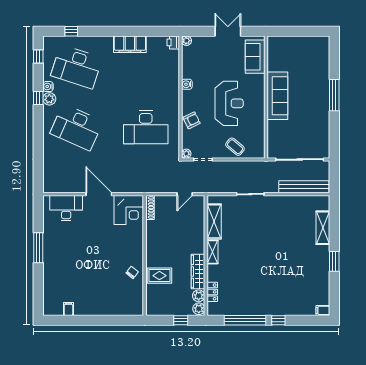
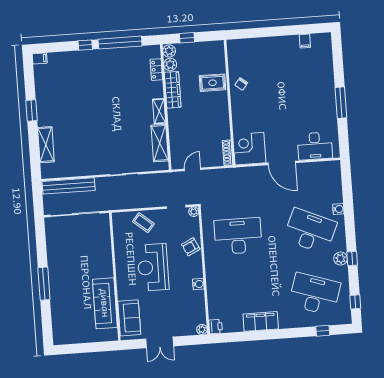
water cooler: (48, 87) -> (338, 209), moved
sofa: (277, 96) -> (105, 303), moved

